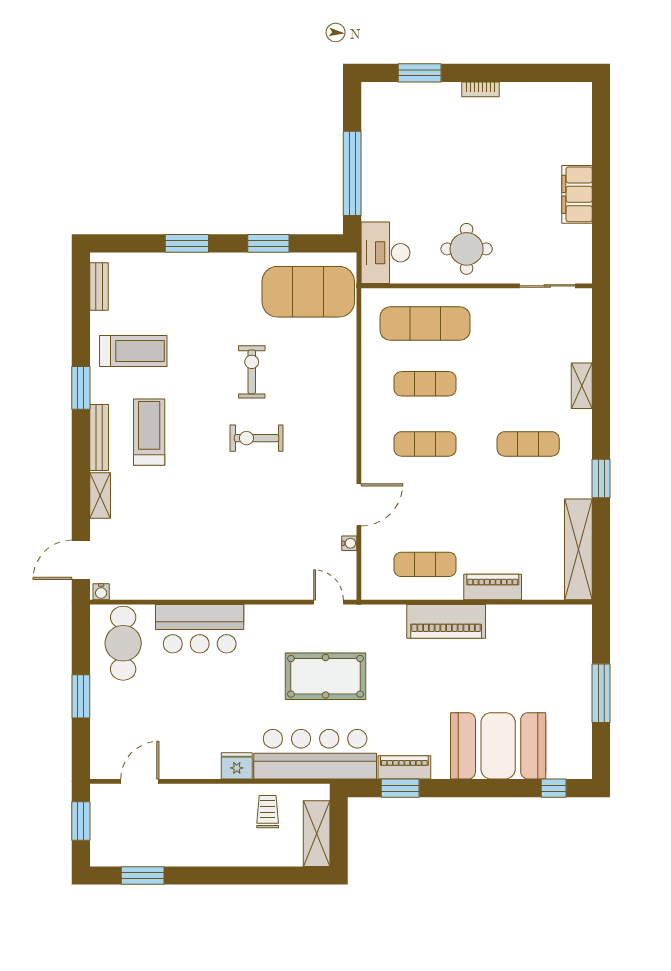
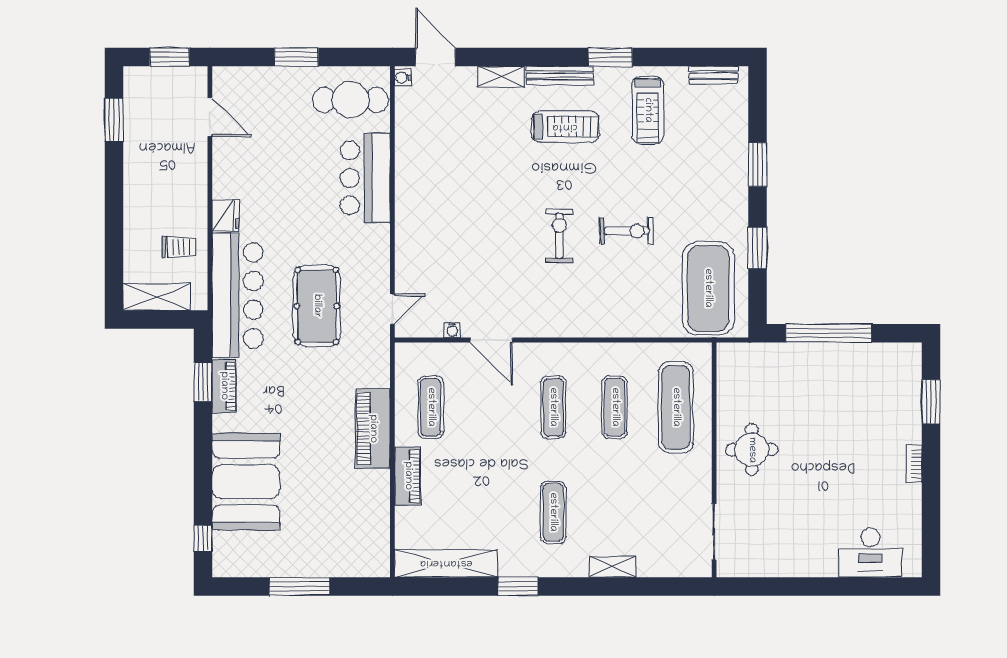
filing cabinet: (577, 194) -> (807, 562), removed
desk: (385, 253) -> (870, 553), moved, turned 180

